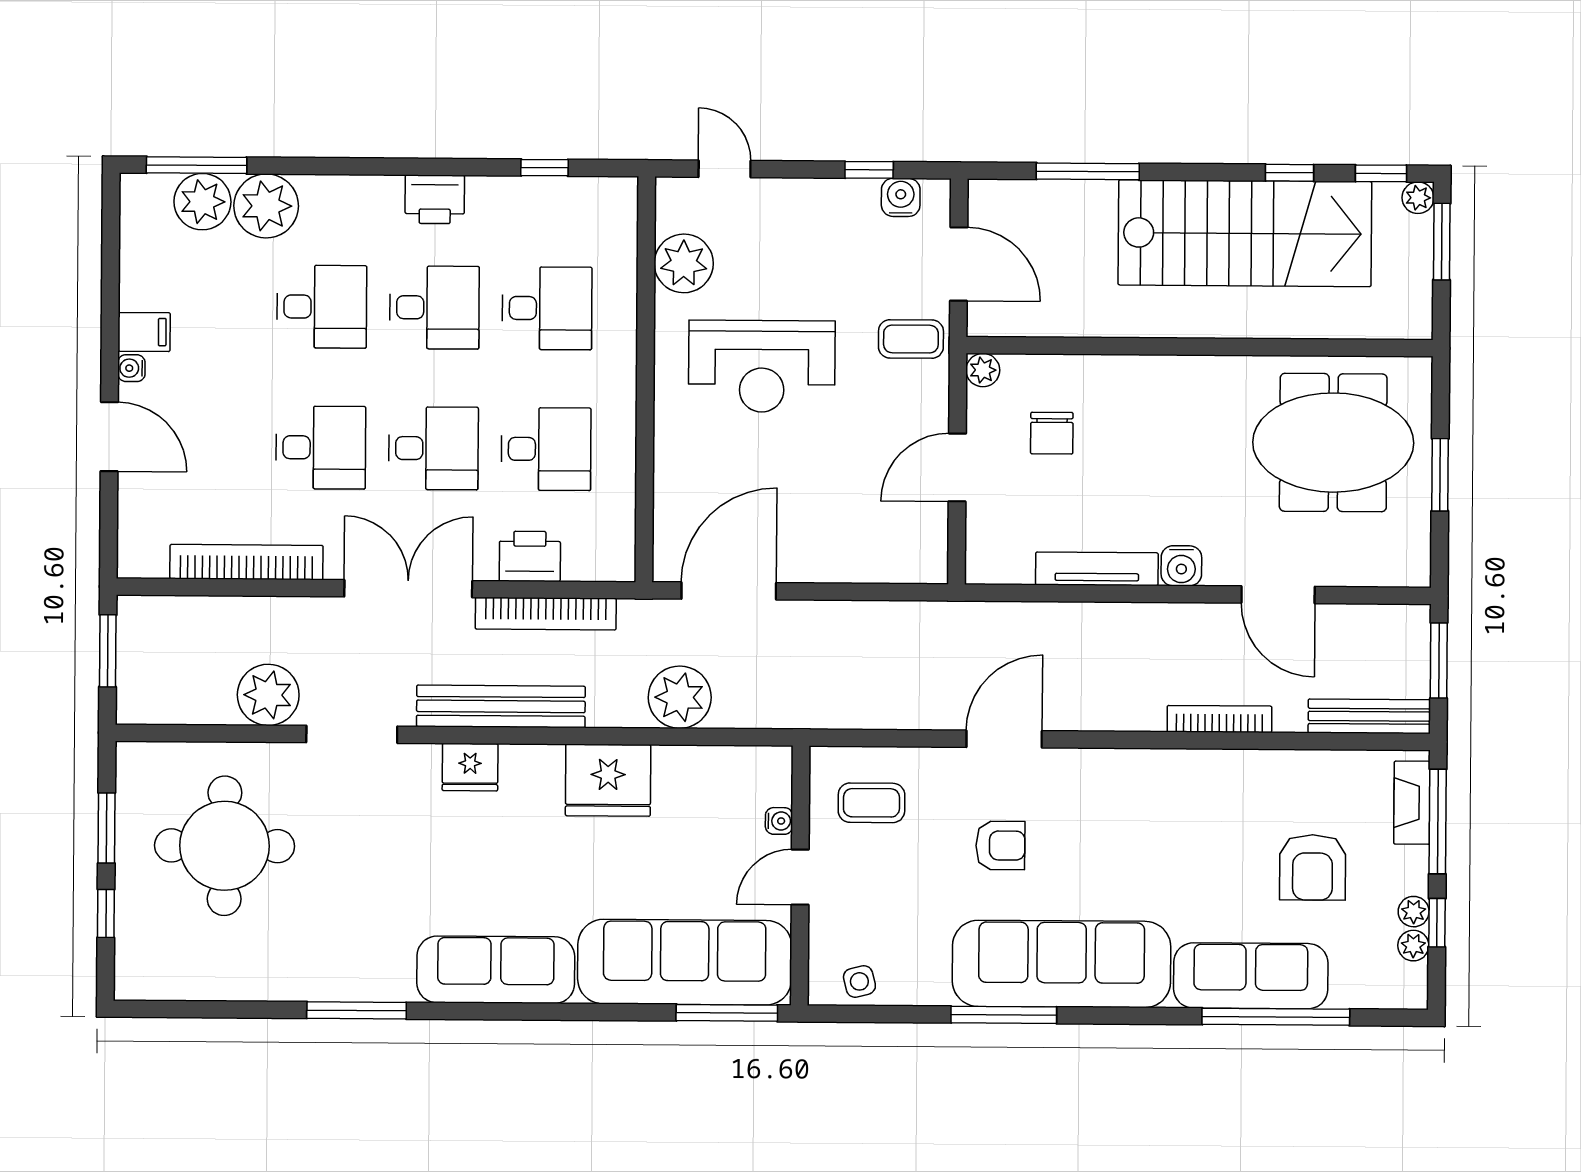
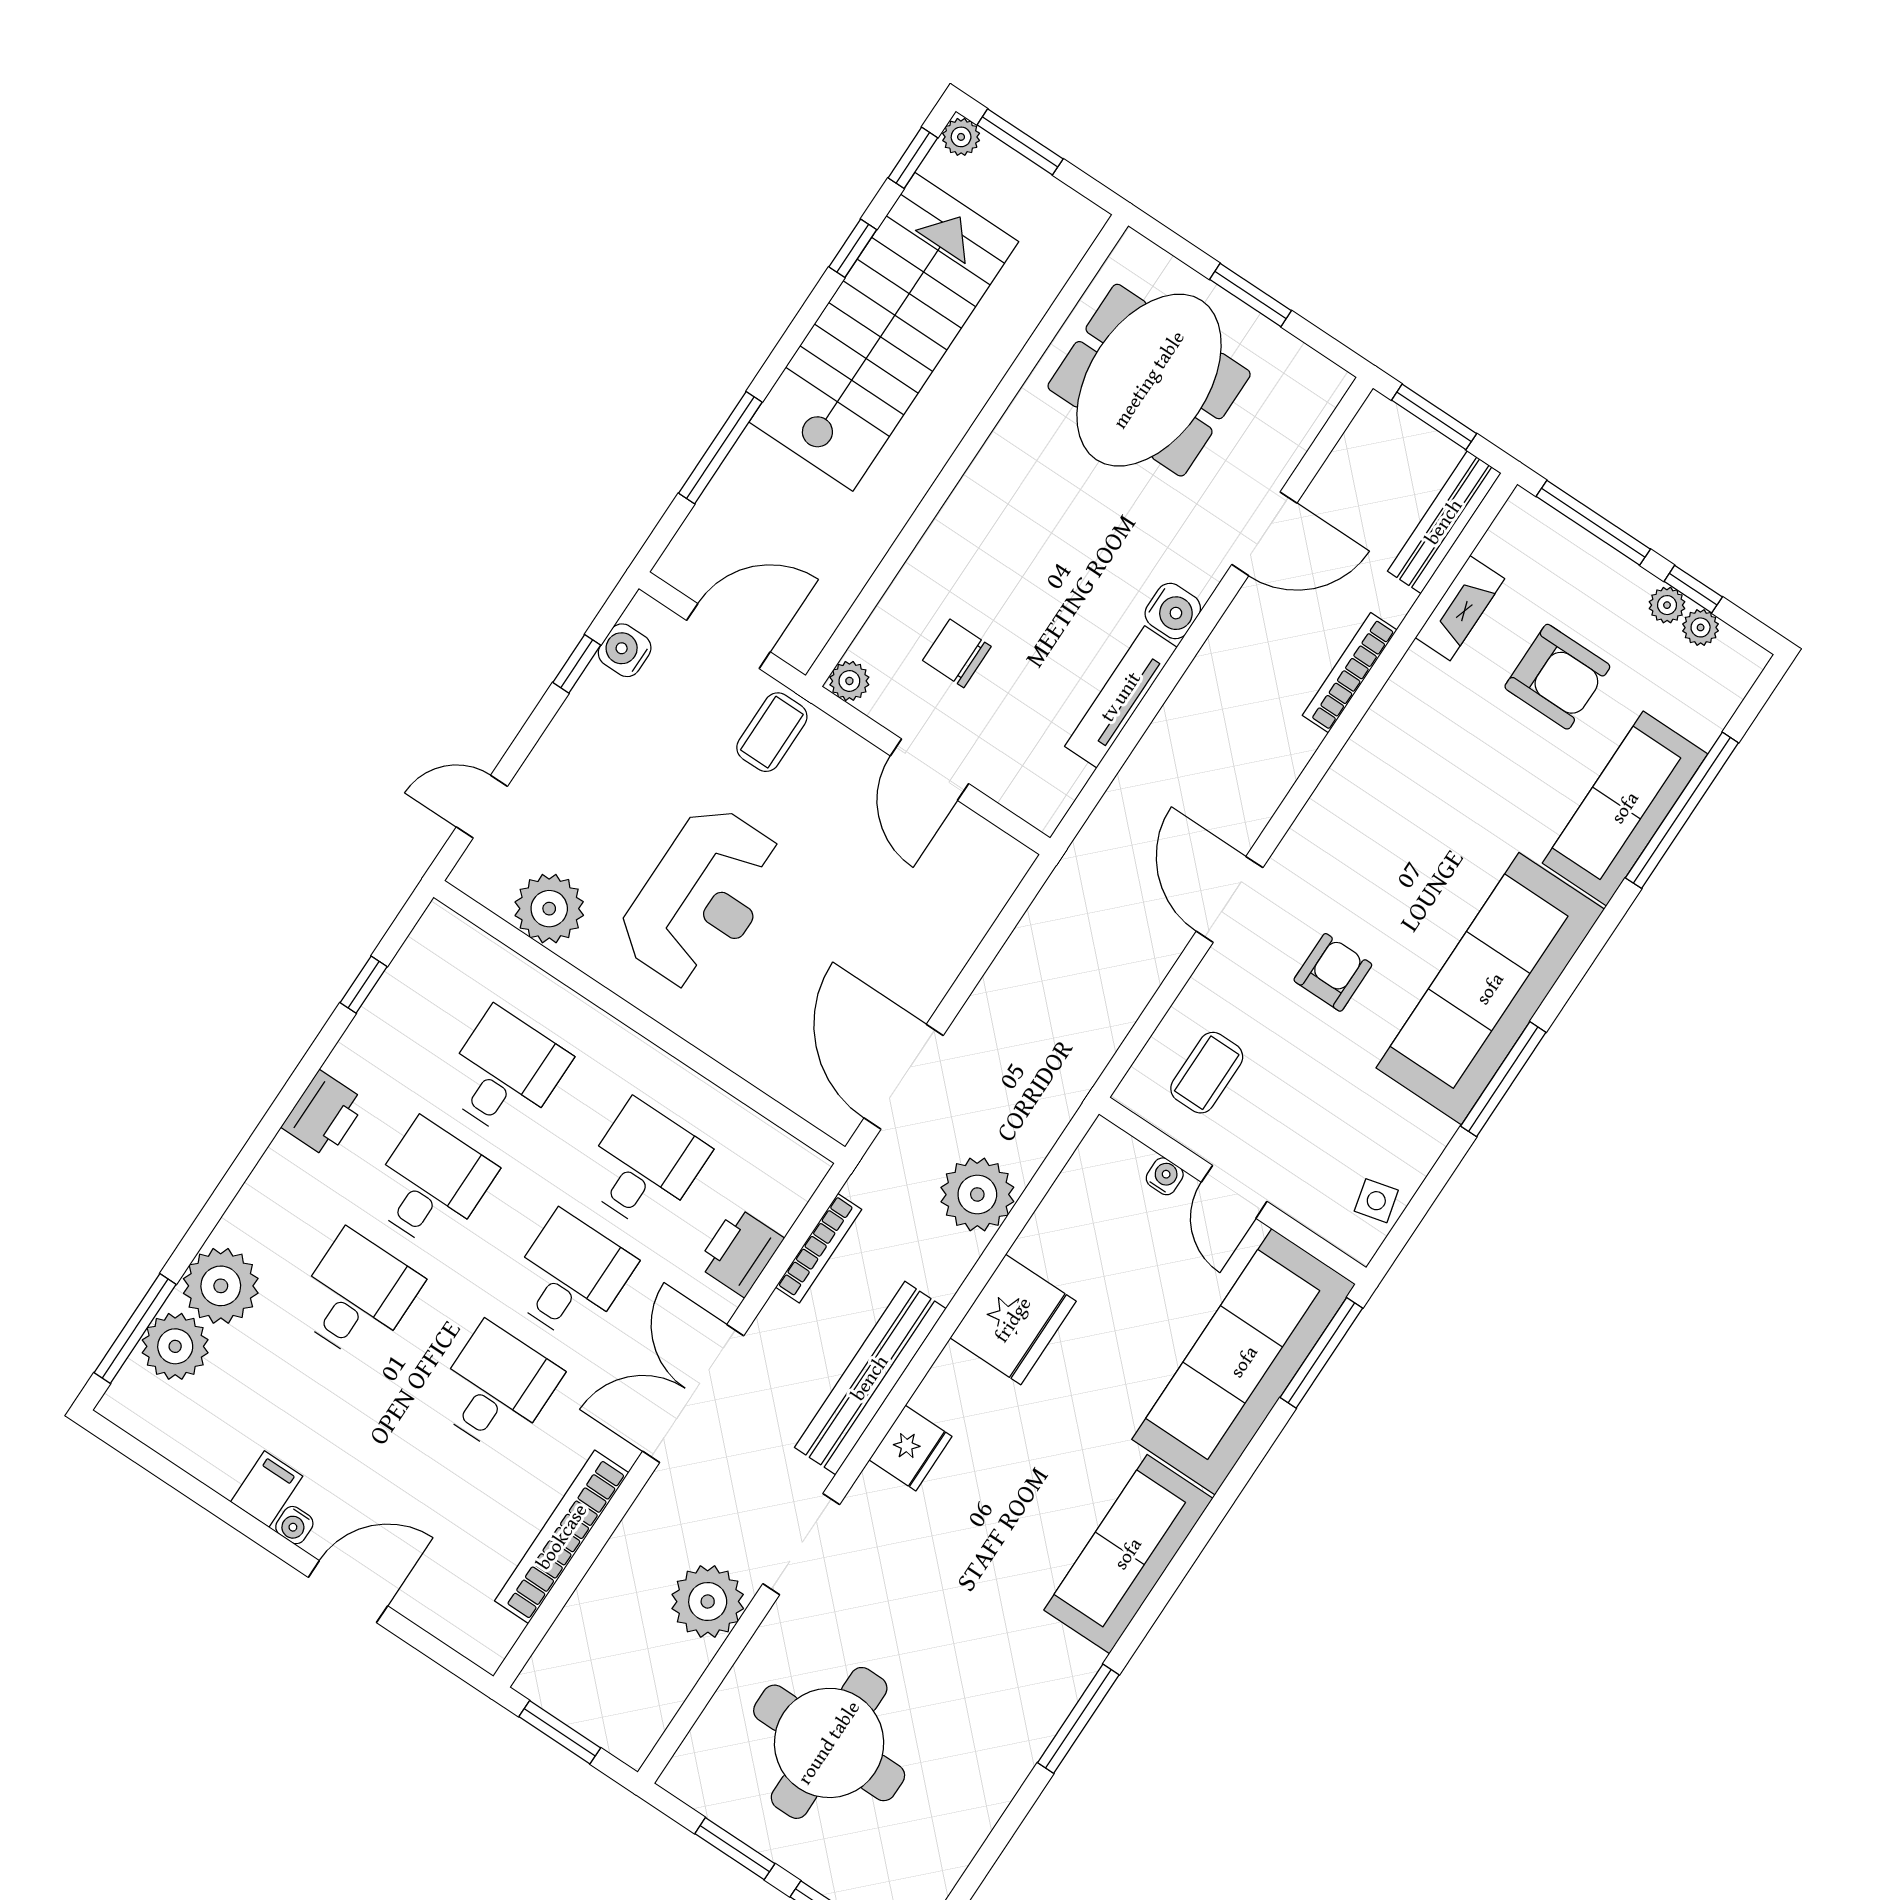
chair: (1052, 433) -> (957, 653), turned 180
bookcase: (546, 614) -> (819, 1248), width x0.68, depth x0.76
fireplace: (1412, 803) -> (1460, 608), moved, turned -90

